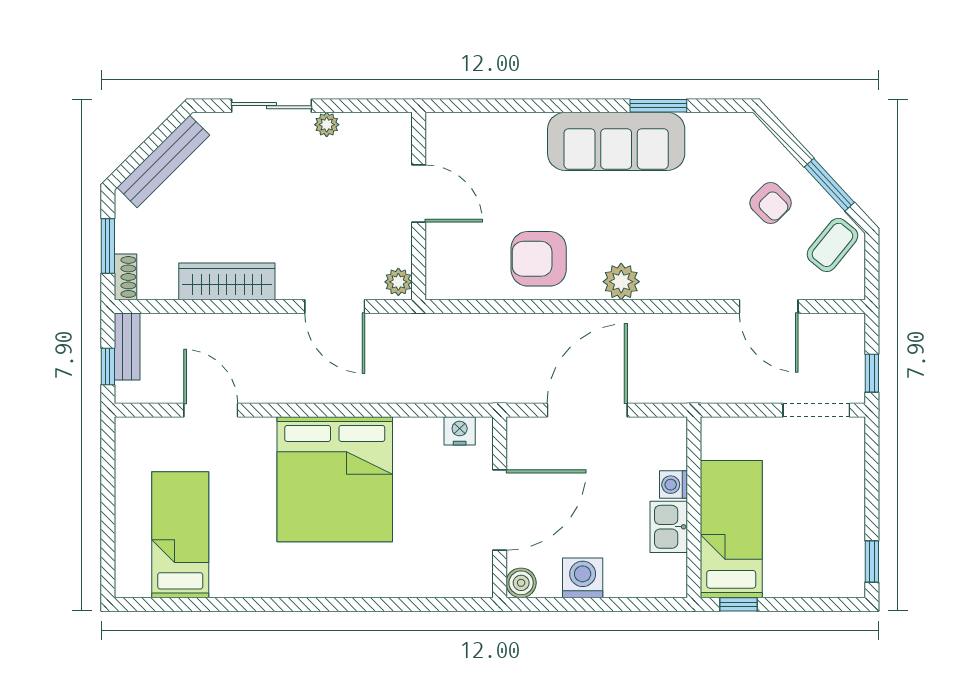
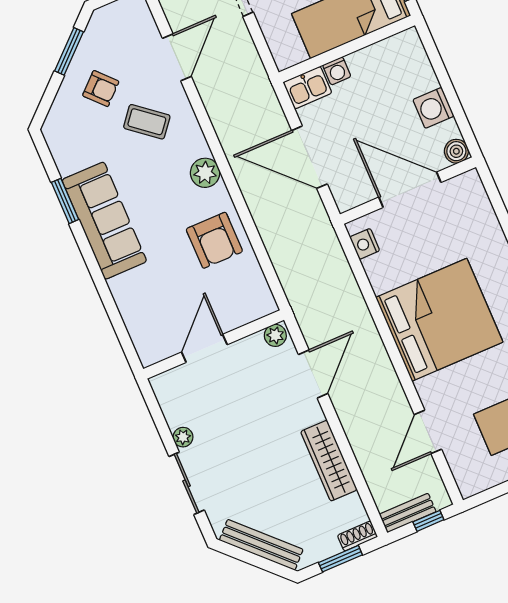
armchair: (771, 203) -> (101, 89), turned 92
coffee table: (832, 245) -> (147, 122), moved
kitchen sink: (669, 527) -> (307, 88), moved

